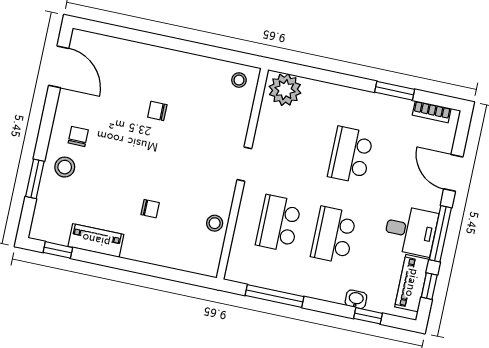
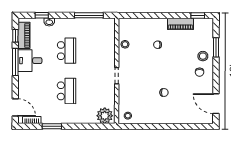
door: (453, 173) -> (15, 107), moved
school desk: (279, 223) -> (94, 51), removed

